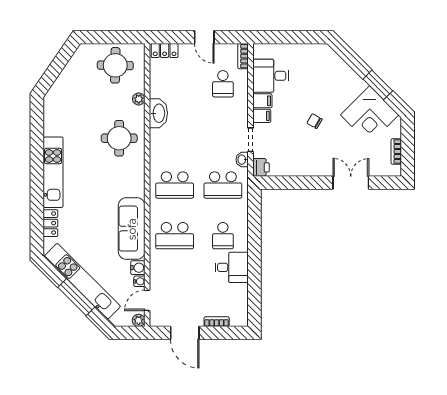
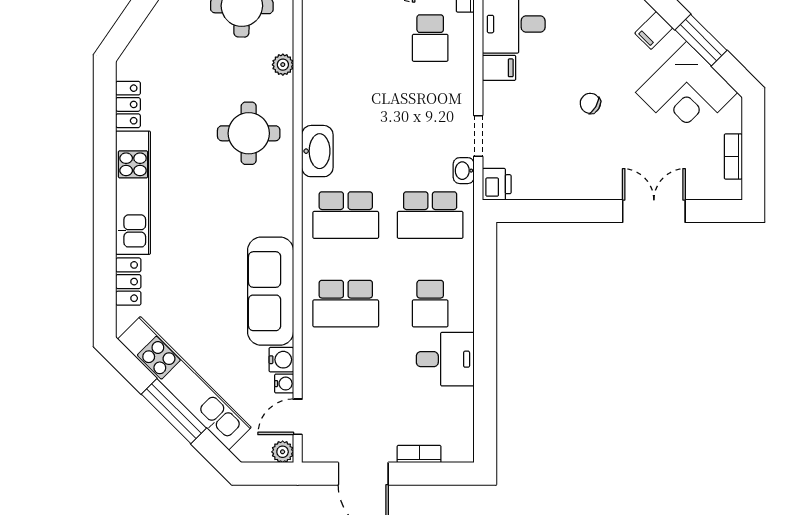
washbasin: (158, 113) -> (317, 151), moved
filing cabinet: (262, 116) -> (654, 30), moved, turned 135
locker: (50, 122) -> (128, 104), added

